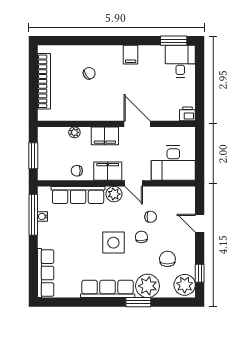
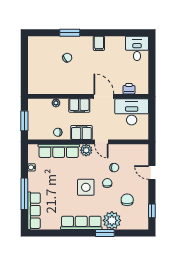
window: (174, 41) -> (70, 33), moved
bookcase: (44, 81) -> (33, 64), removed
printer: (187, 114) -> (129, 89), moved
desk: (173, 163) -> (132, 112), moved, turned 180
window: (33, 215) -> (24, 194), moved
plant: (185, 285) -> (140, 220), removed

